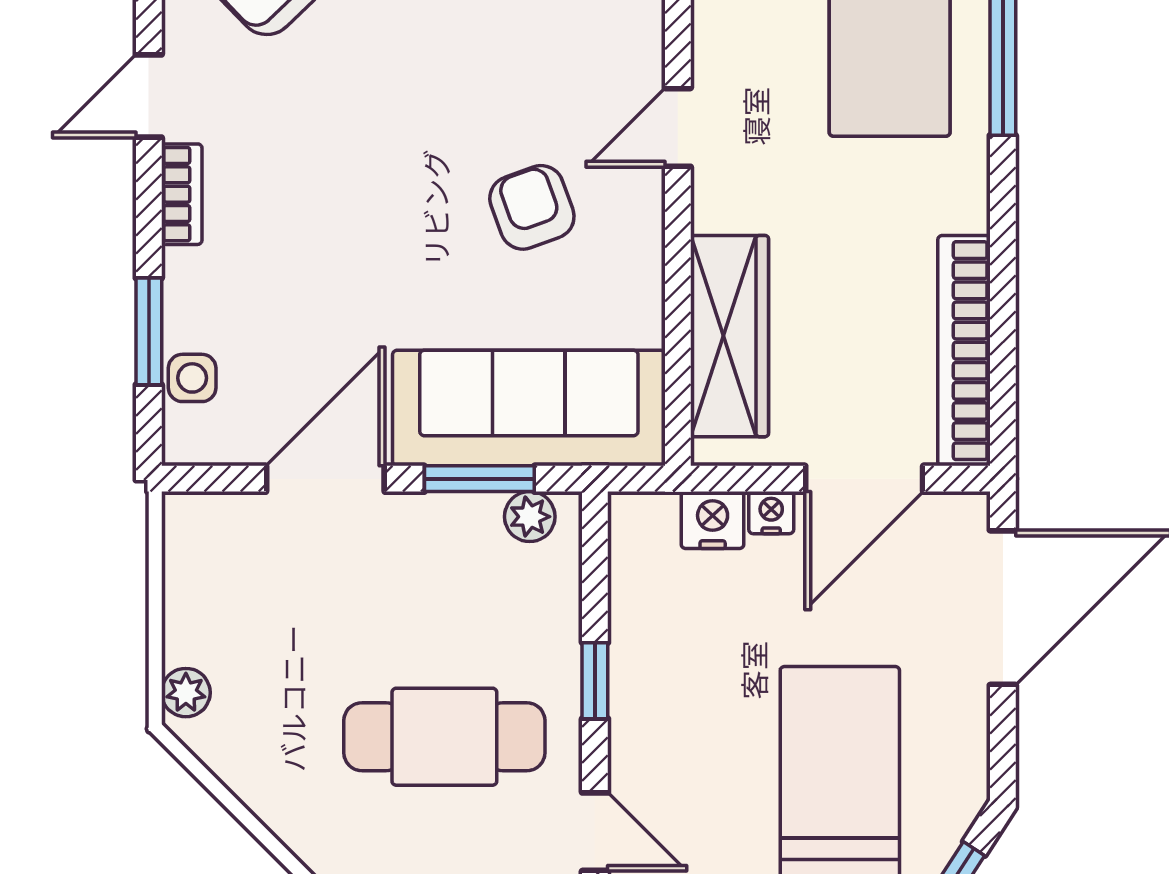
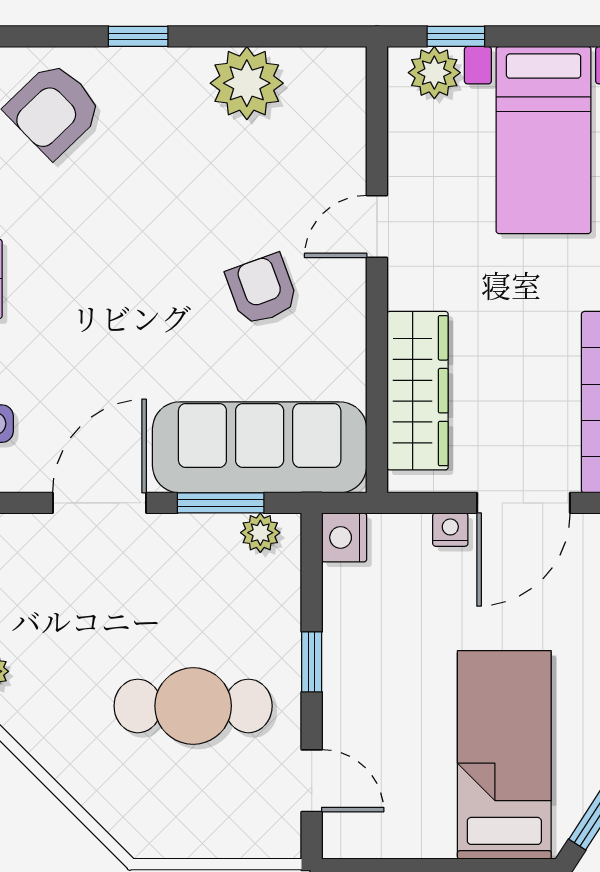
nightstand: (713, 520) -> (344, 537), moved, turned -90

